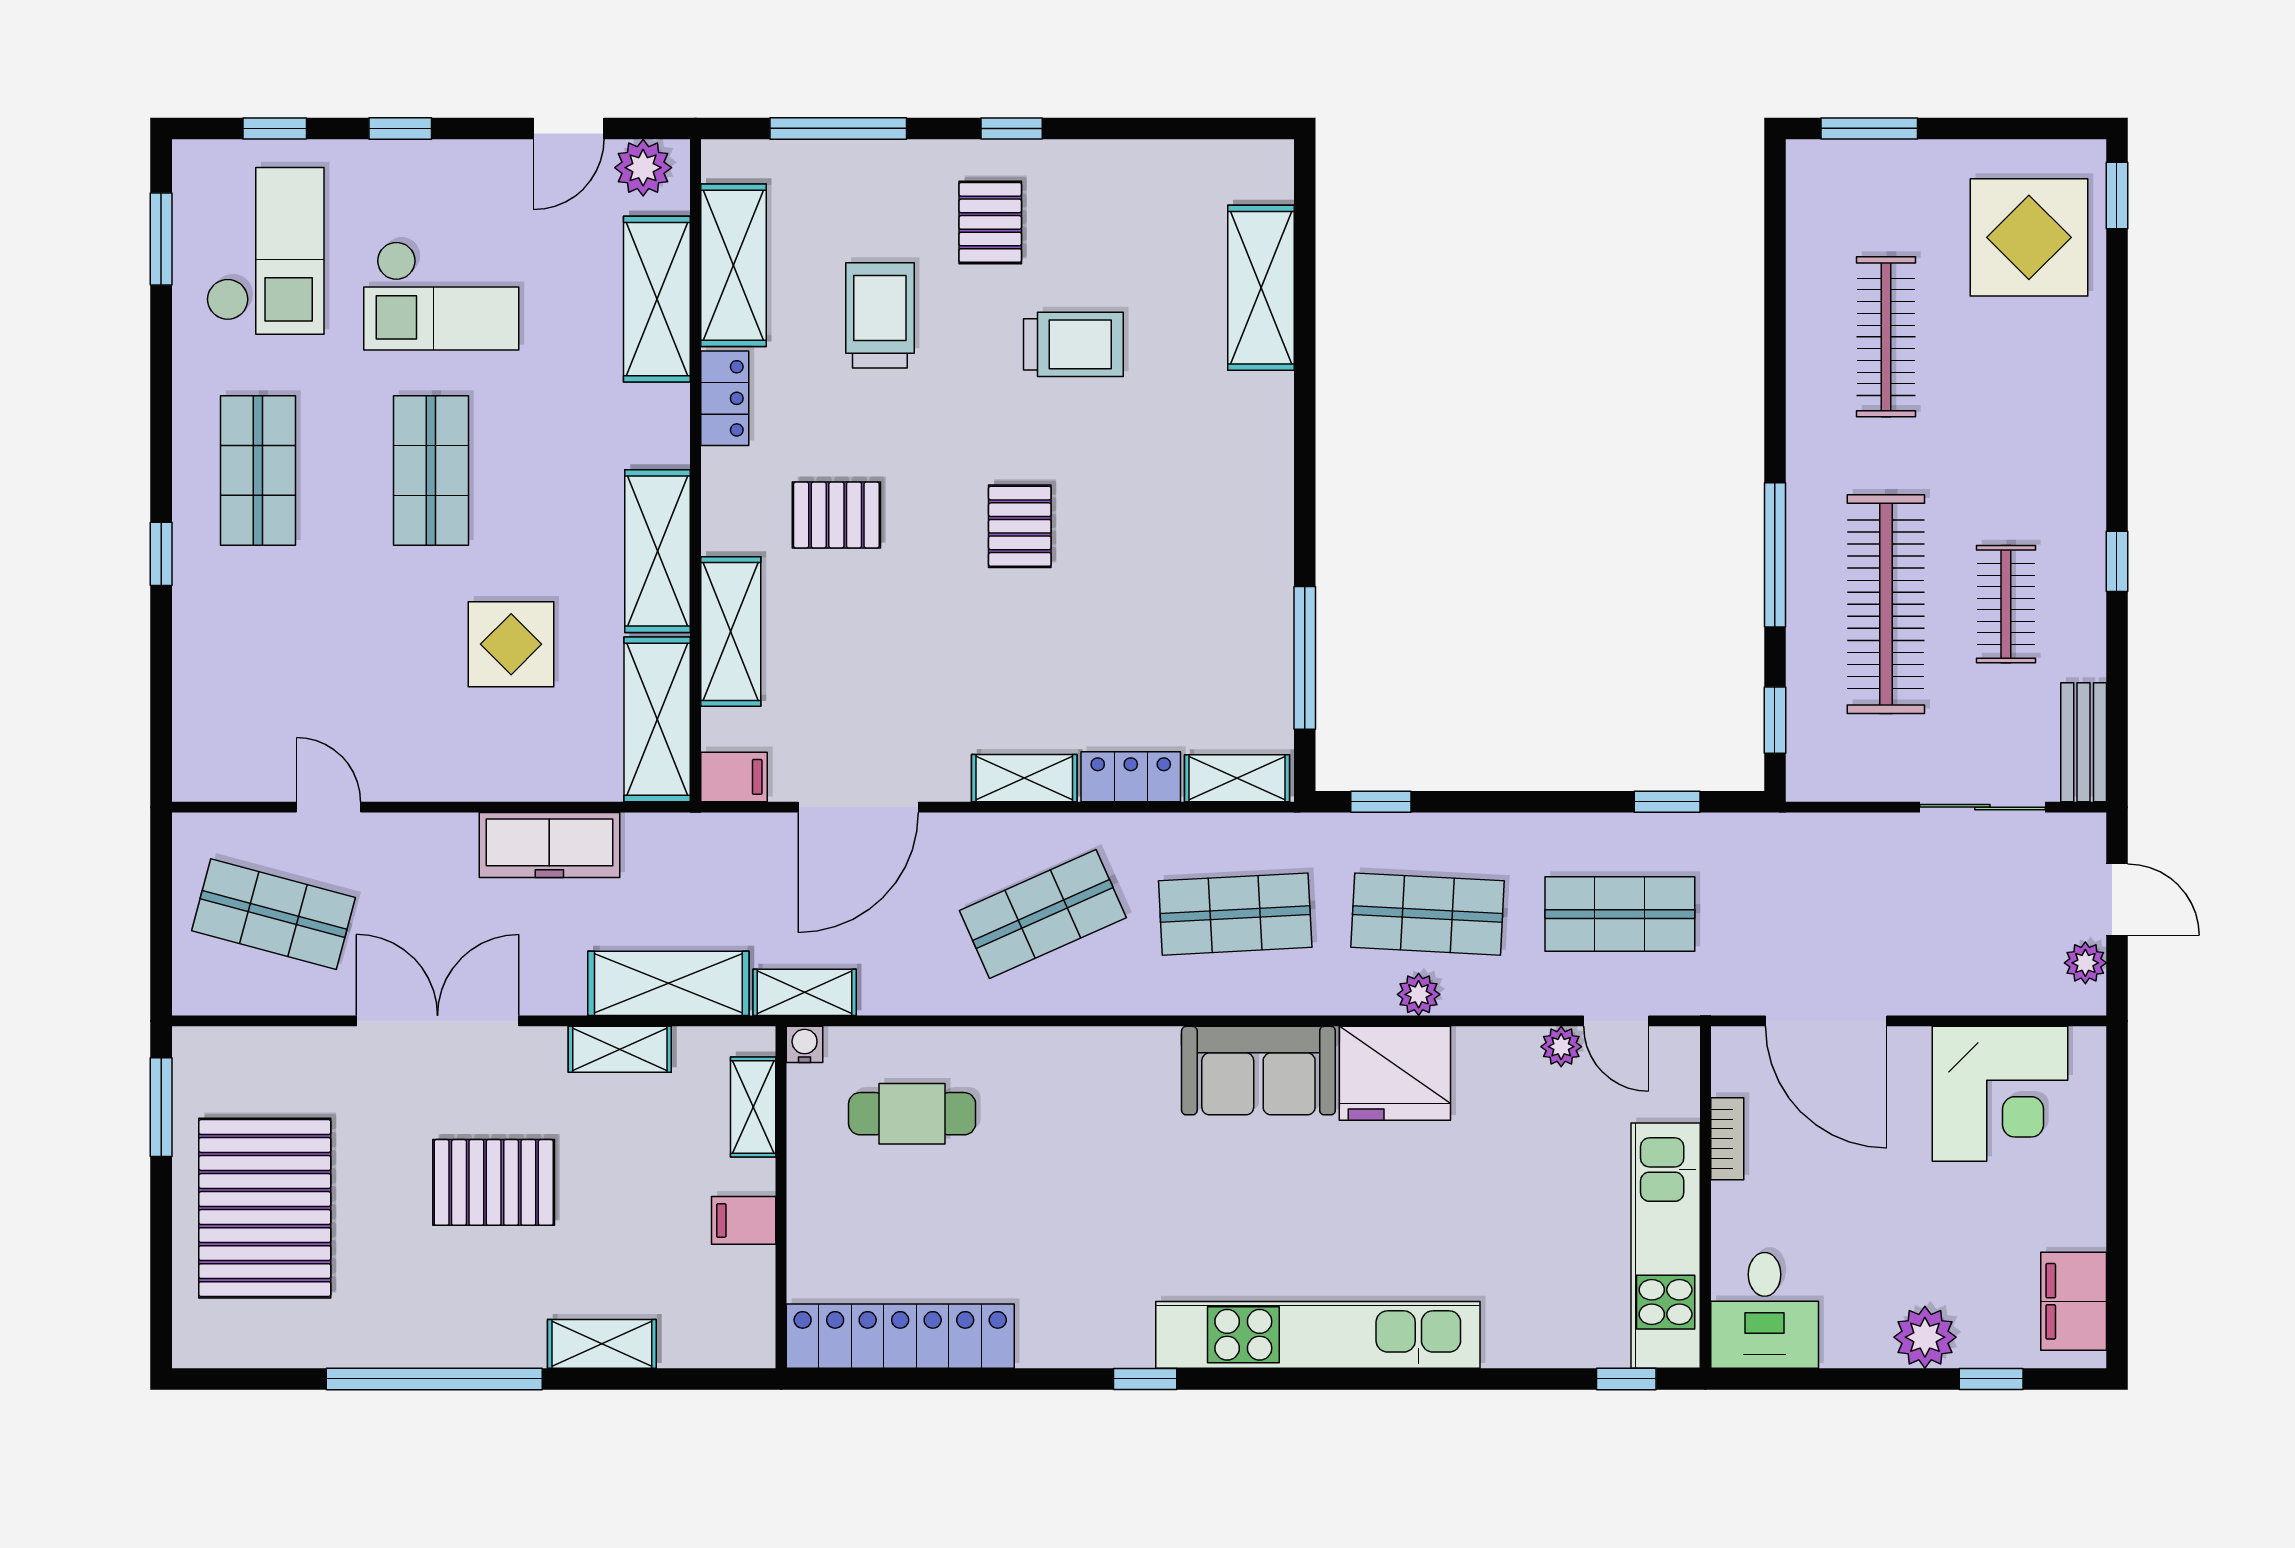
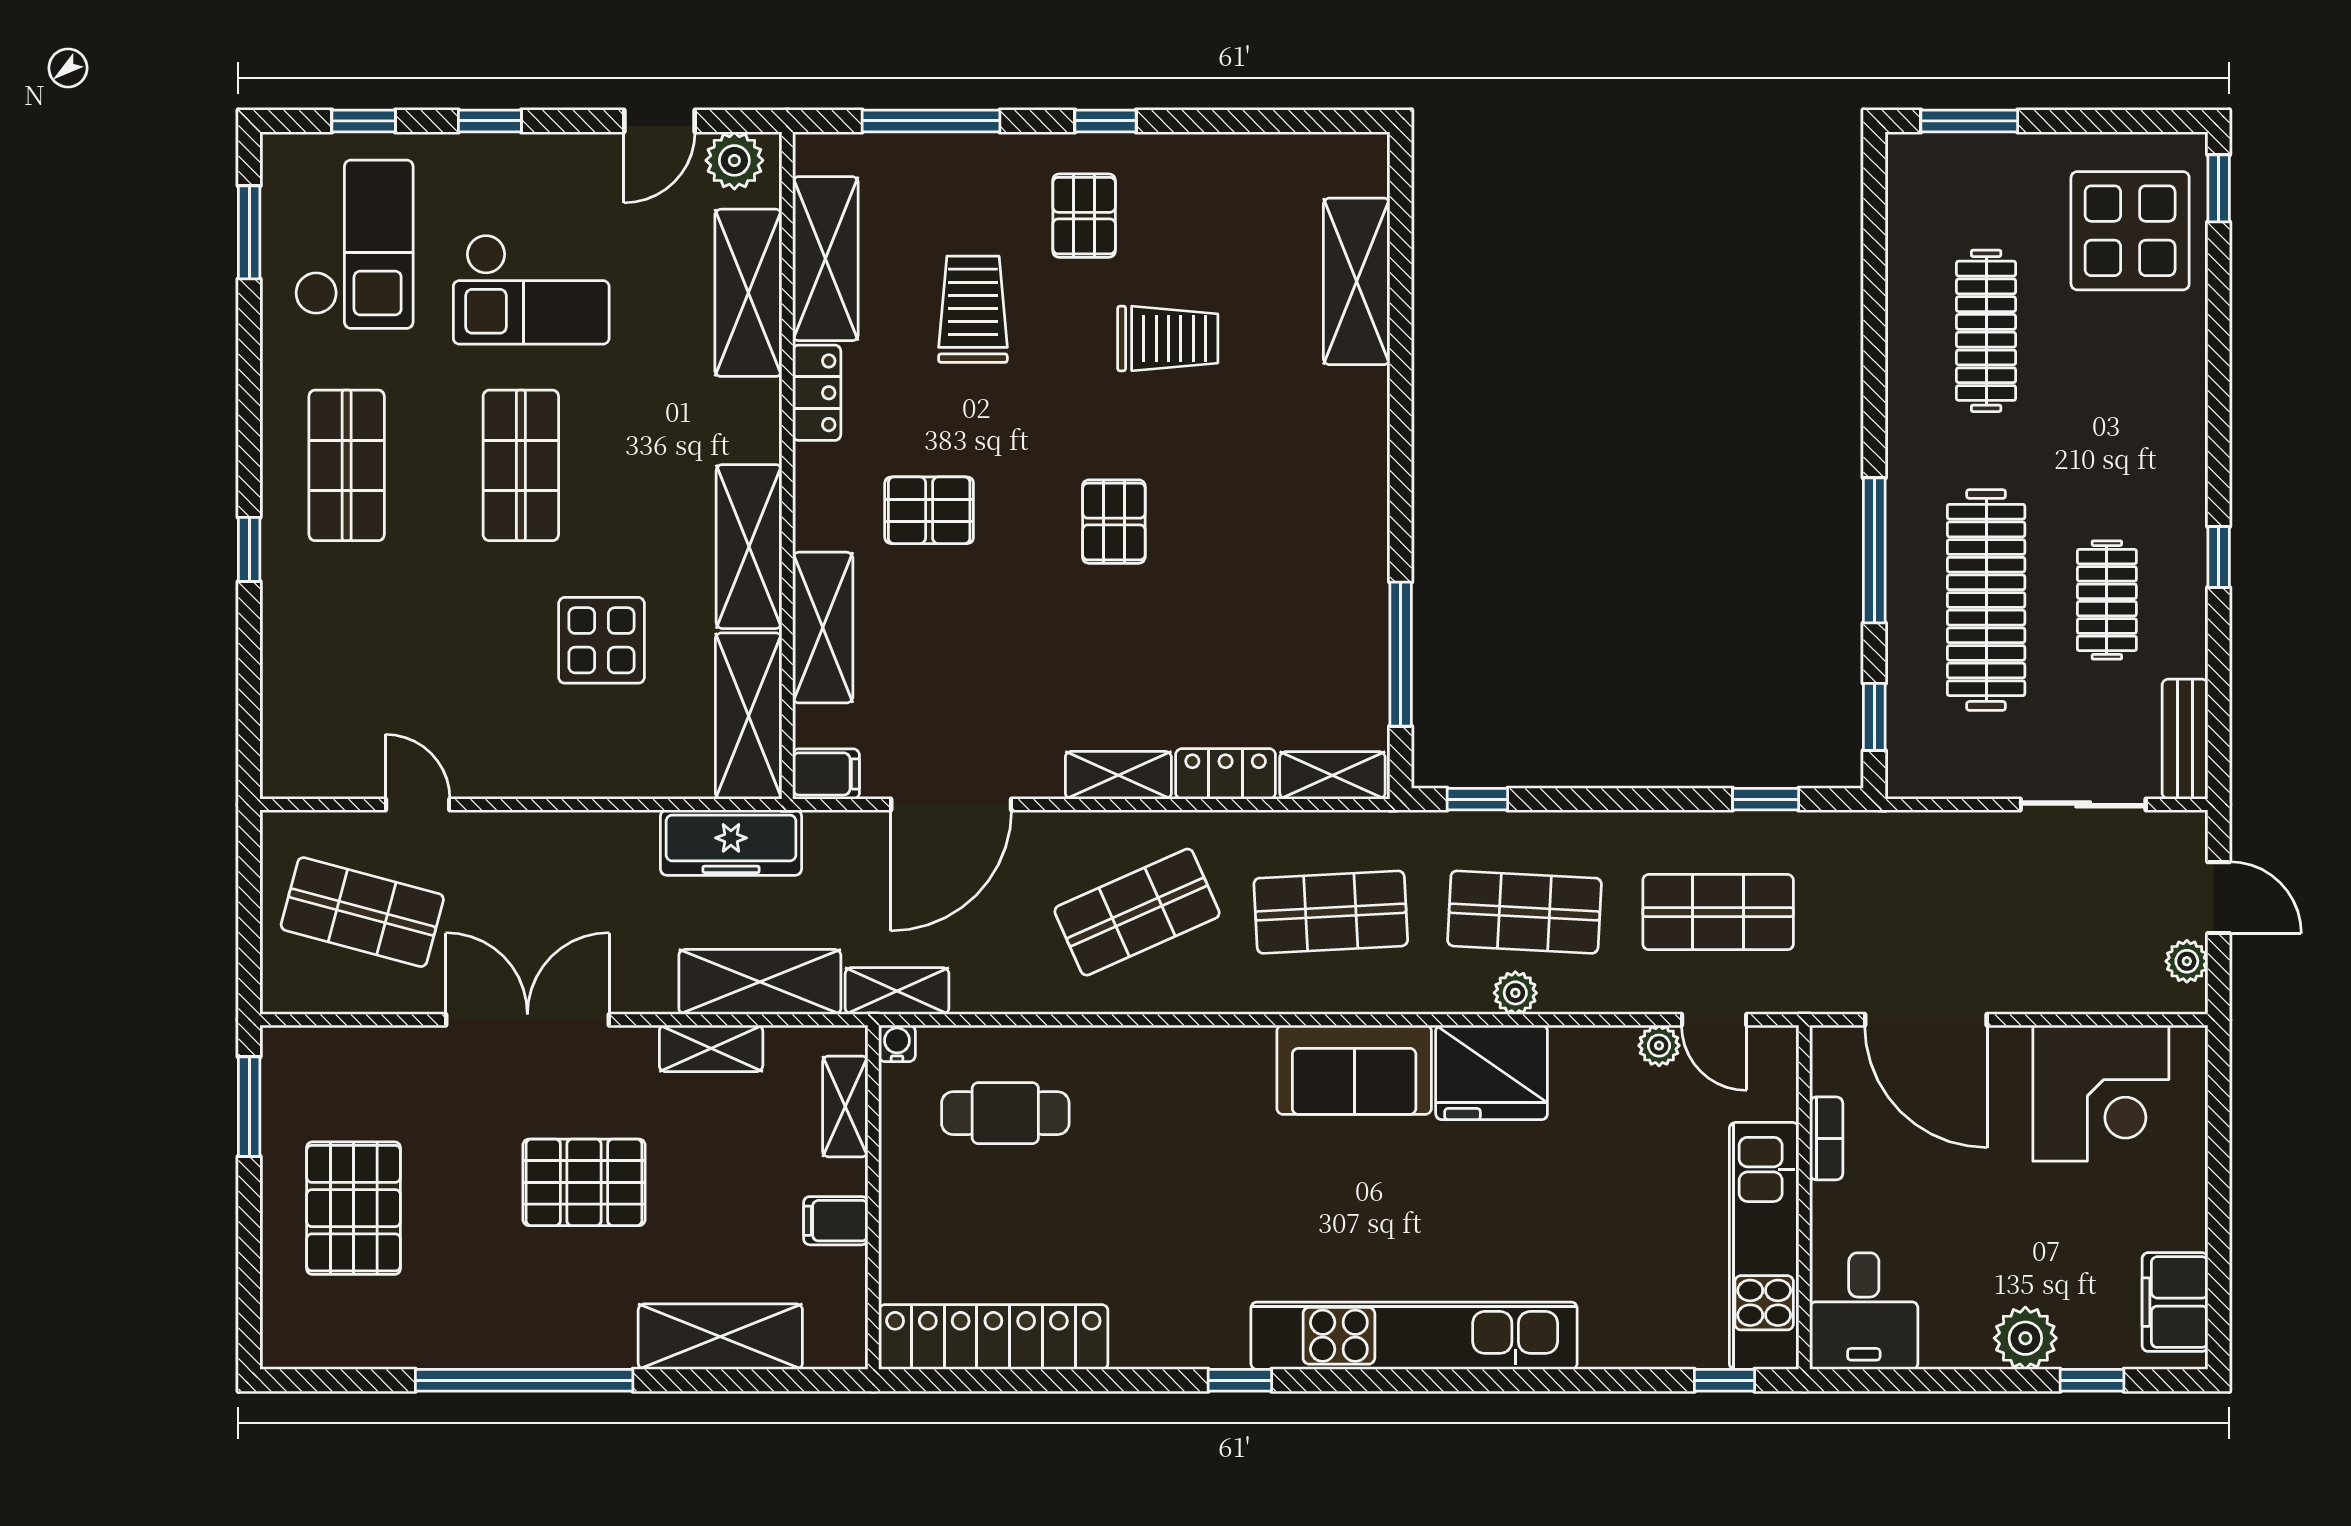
freezer: (549, 845) -> (731, 843), moved
pallet: (265, 1208) -> (354, 1208), width x0.73, depth x0.71
shelving: (602, 1344) -> (720, 1337), width x1.50, depth x1.33

